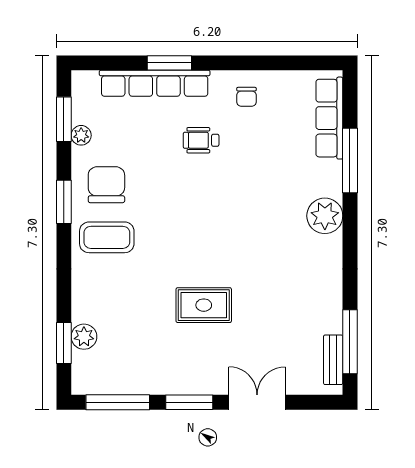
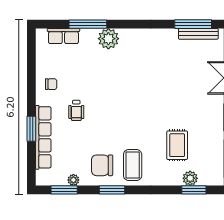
row of seats: (329, 118) -> (63, 36), width x0.68
plant: (325, 216) -> (108, 39), moved
rug: (204, 305) -> (177, 145), moved
bench: (333, 360) -> (198, 34), width x1.36

